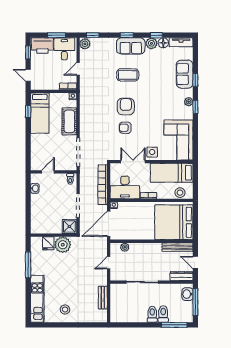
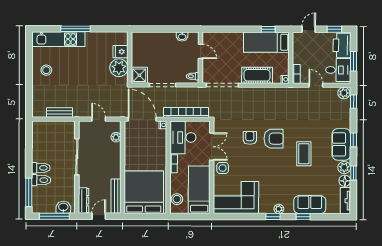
coffee table: (128, 75) -> (304, 154), moved
window: (28, 265) -> (76, 29), moved

